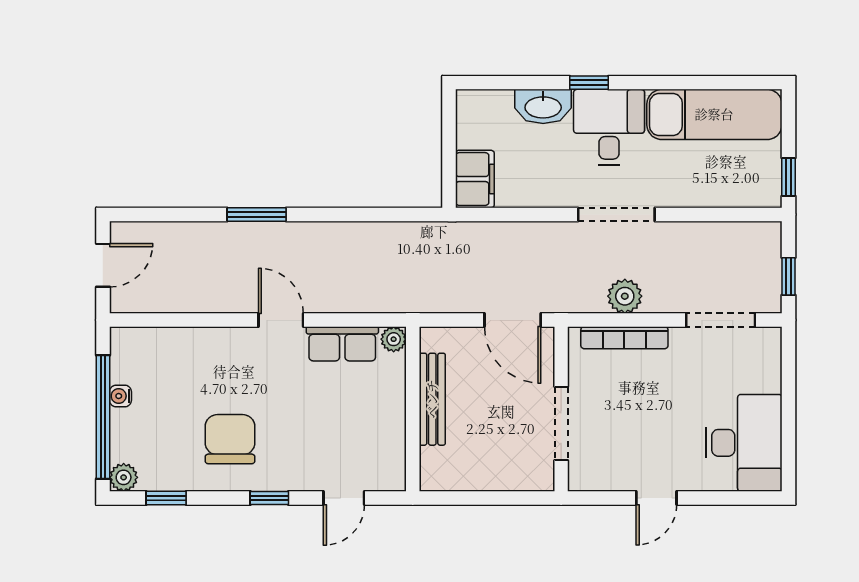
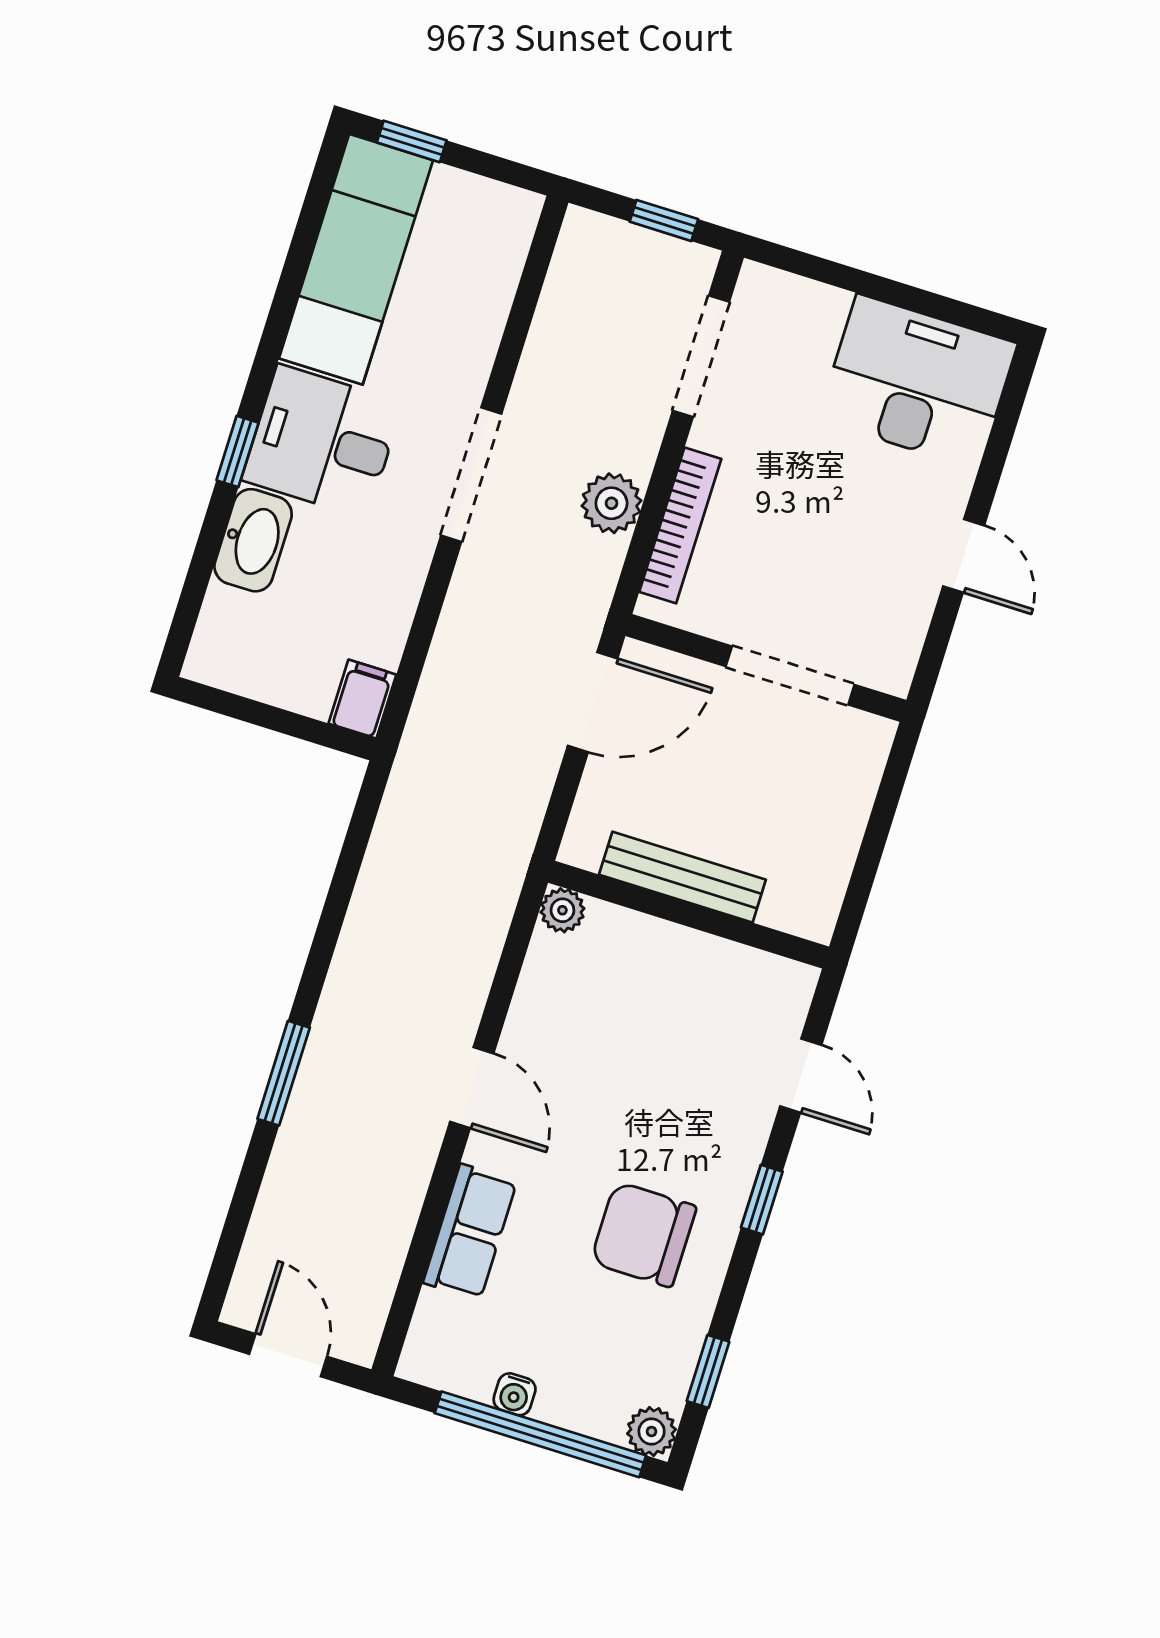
window: (789, 177) -> (412, 141), moved
filing cabinet: (475, 179) -> (362, 699), width x0.50
door: (281, 320) -> (472, 1088), swing flipped
row of seats: (342, 344) -> (470, 1232), moved

